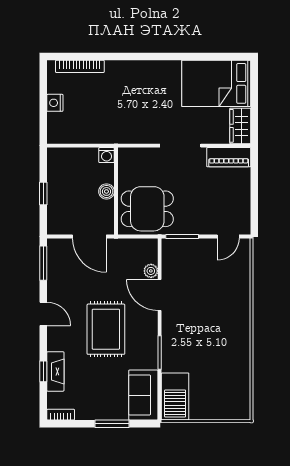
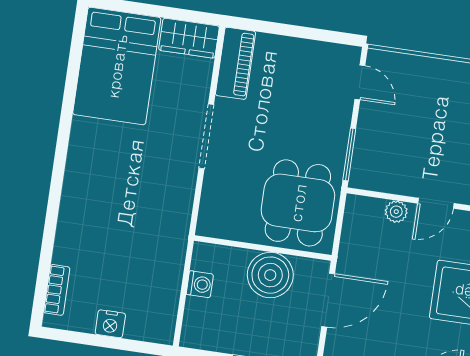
bookcase: (80, 66) -> (57, 290), width x0.64
washing machine: (107, 155) -> (200, 284), moved
boiler: (106, 191) -> (270, 275), width x1.86, depth x1.86
door: (160, 295) -> (436, 203), width x0.73

